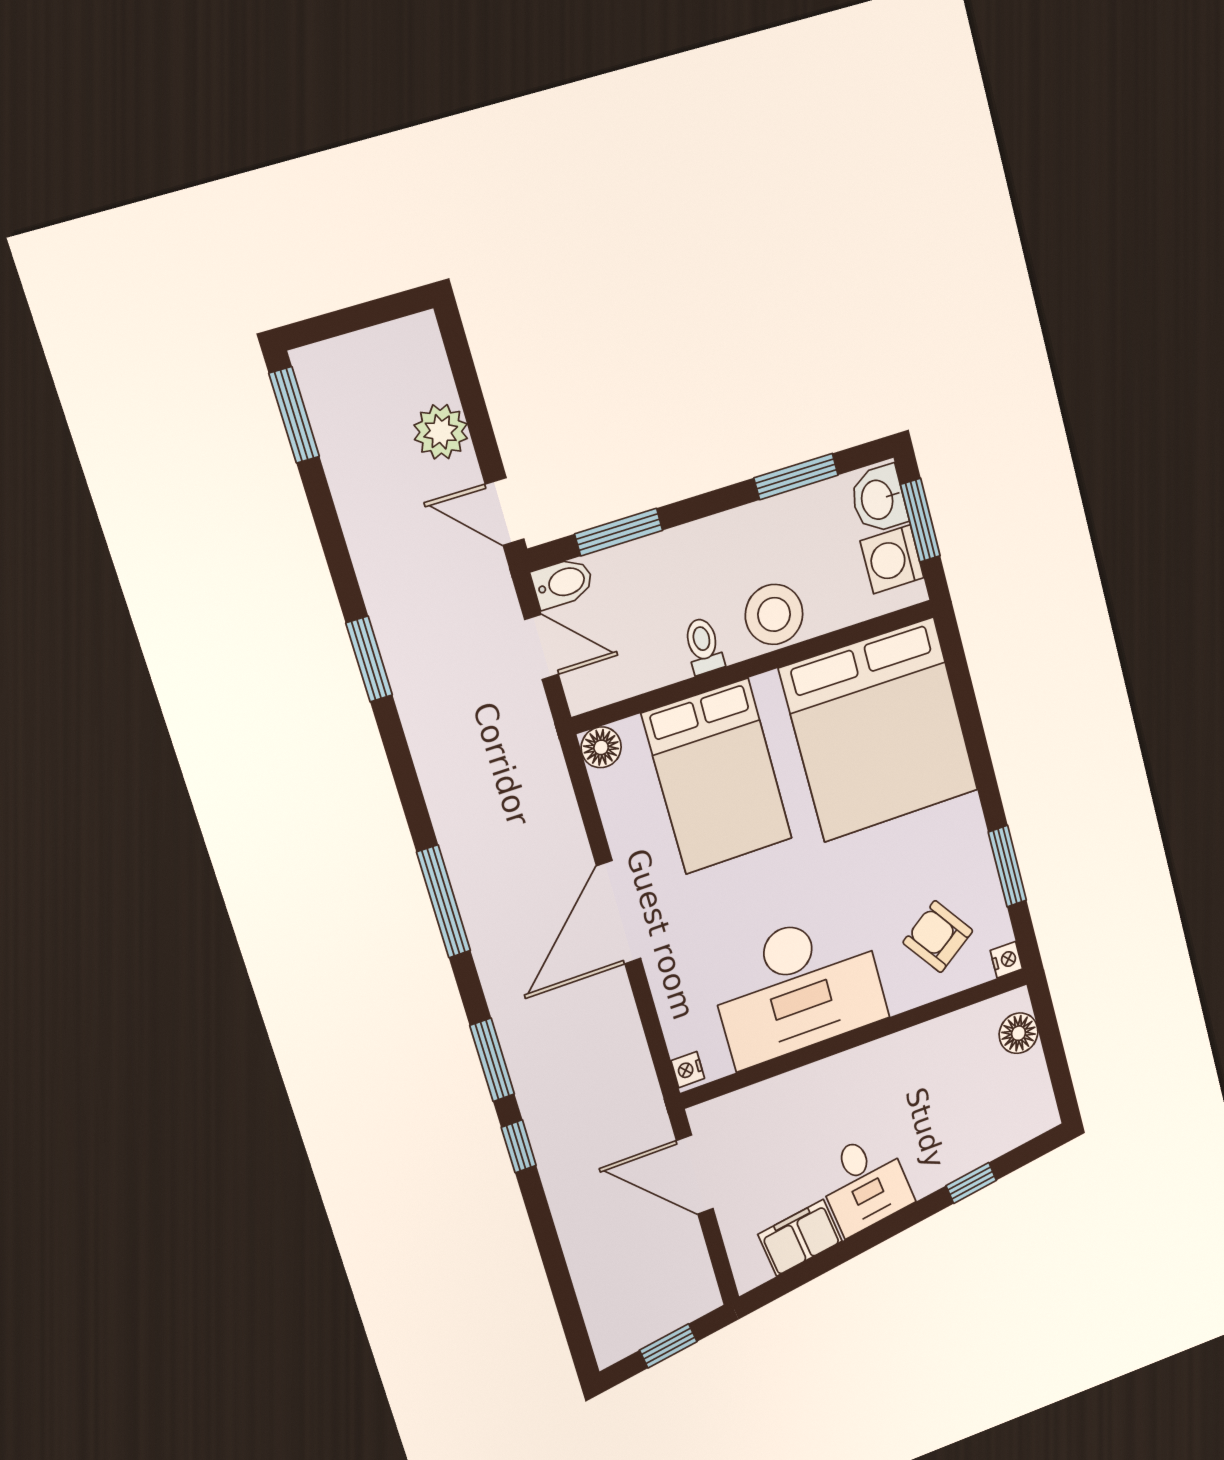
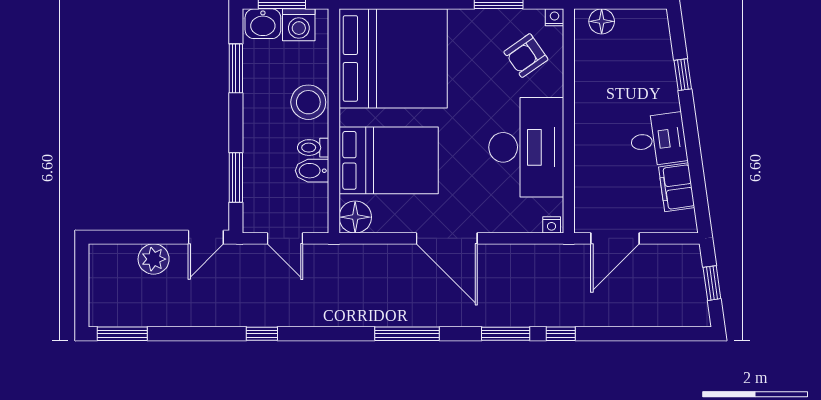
bidet: (563, 583) -> (312, 171), moved, turned -90
door: (542, 647) -> (285, 238), swing flipped
window: (369, 659) -> (262, 334), width x0.67
floor lamp: (601, 747) -> (355, 217), width x1.38, depth x1.38

